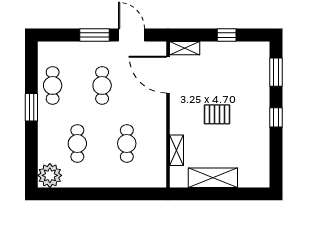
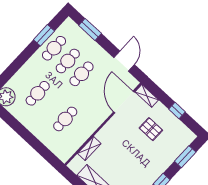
window: (94, 35) -> (90, 29), moved
cafe table: (77, 85) -> (68, 61), added
window: (31, 107) -> (44, 35), moved
pallet: (217, 114) -> (151, 129), moved

